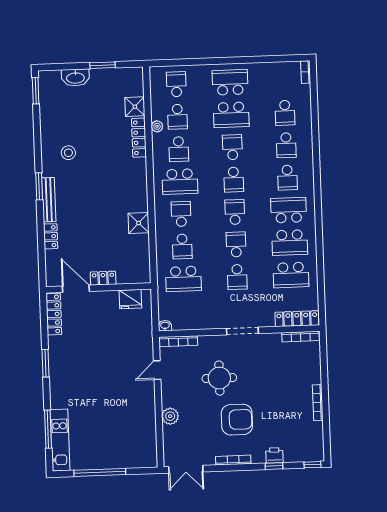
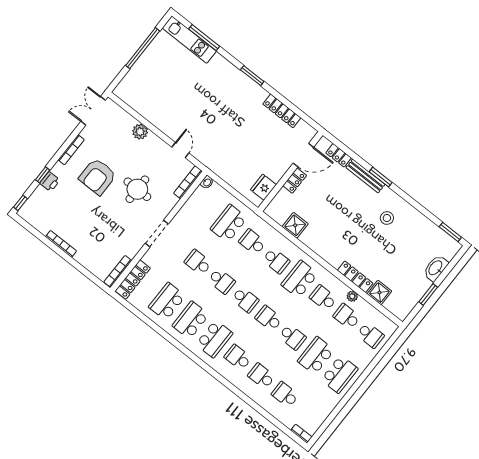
locker: (103, 278) -> (295, 181), moved
wall: (98, 288) -> (290, 171), moved
door: (76, 289) -> (303, 155), moved
fridge: (130, 299) -> (263, 187), moved

